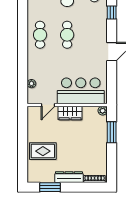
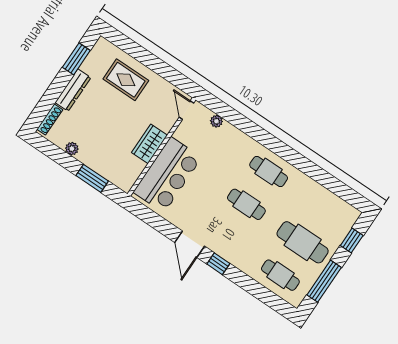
window: (112, 13) -> (218, 264), moved
door: (48, 105) -> (186, 110), moved
plant: (103, 111) -> (72, 149), moved
rug: (43, 151) -> (126, 80), turned 90

